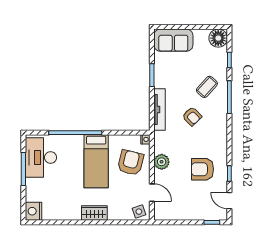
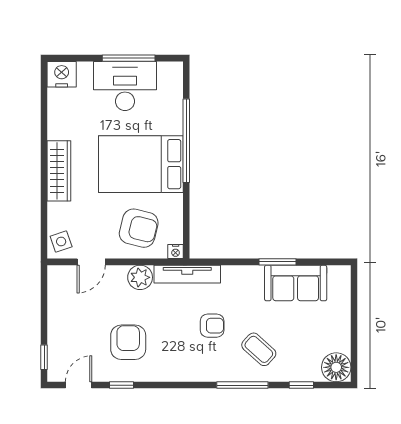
sofa: (173, 40) -> (296, 283), moved, turned -90
tv unit: (159, 110) -> (187, 274), moved
armchair: (192, 116) -> (212, 326), turned -136
desk: (41, 158) -> (125, 86), moved
bed: (96, 161) -> (141, 164), width x1.50
wardrobe: (94, 213) -> (59, 171), width x1.50

